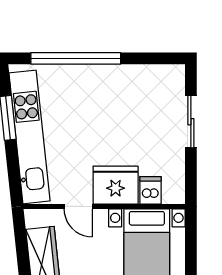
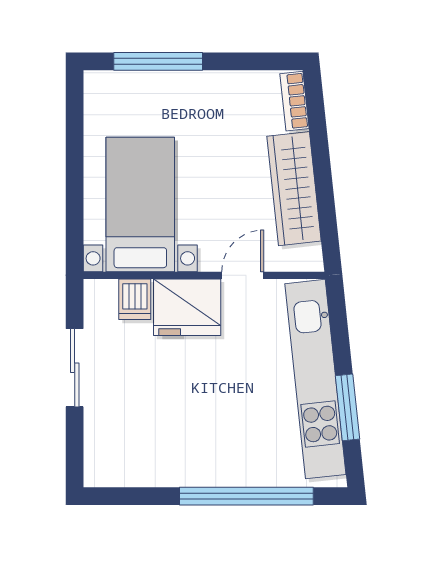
sliding door: (191, 122) -> (75, 368), moved
door: (78, 206) -> (243, 275), hinge flipped

